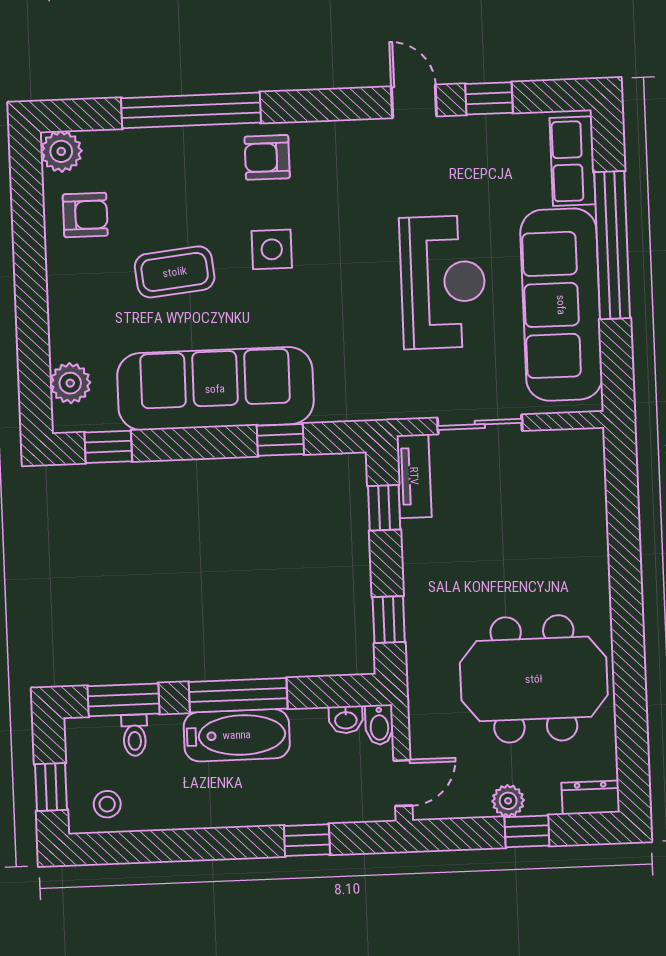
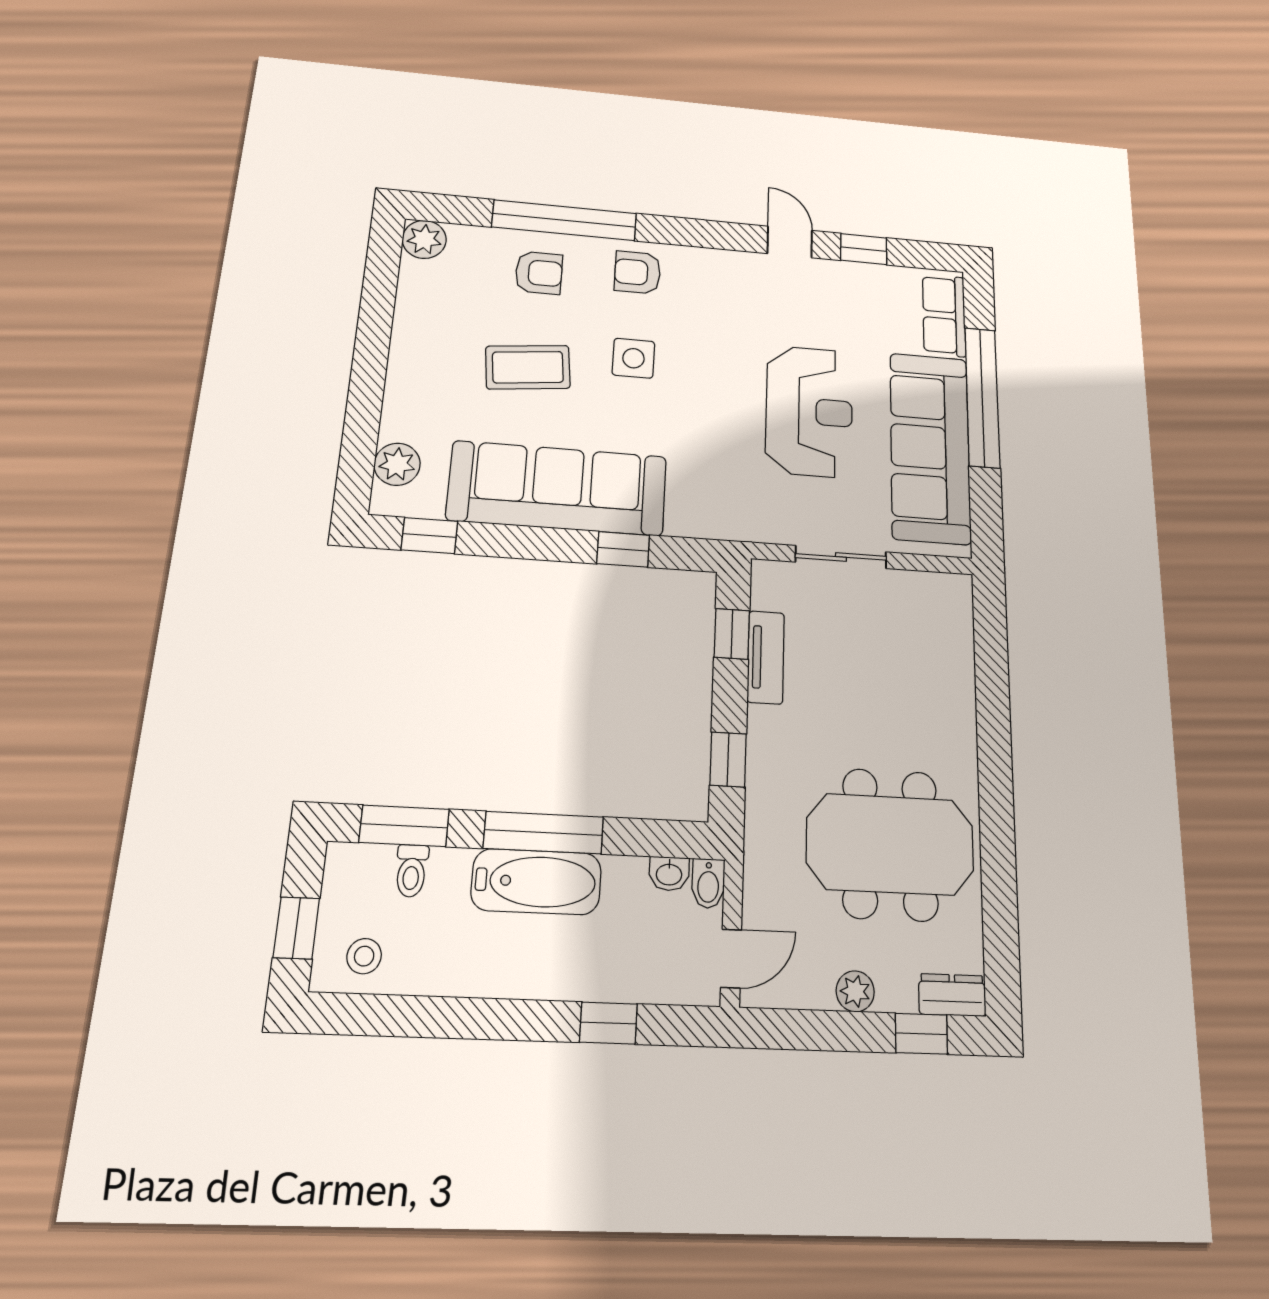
armchair: (85, 215) -> (539, 273), moved
tv unit: (414, 476) -> (766, 657), moved
window: (527, 831) -> (921, 1034), moved

